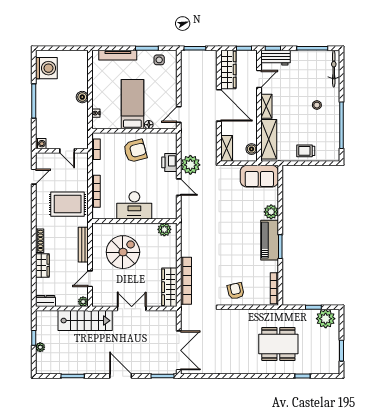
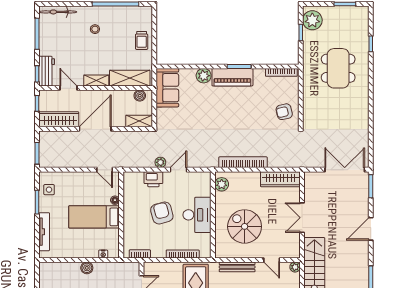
armchair: (135, 151) -> (162, 213), moved
plant: (190, 165) -> (160, 162), width x0.53, depth x0.53
bookcase: (186, 281) -> (243, 162), moved

